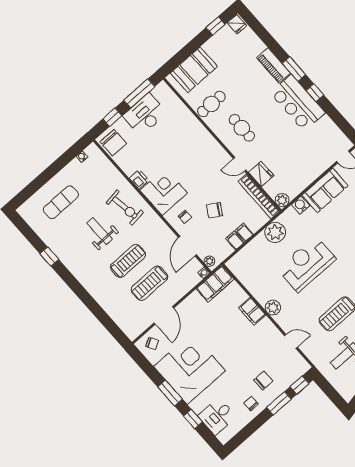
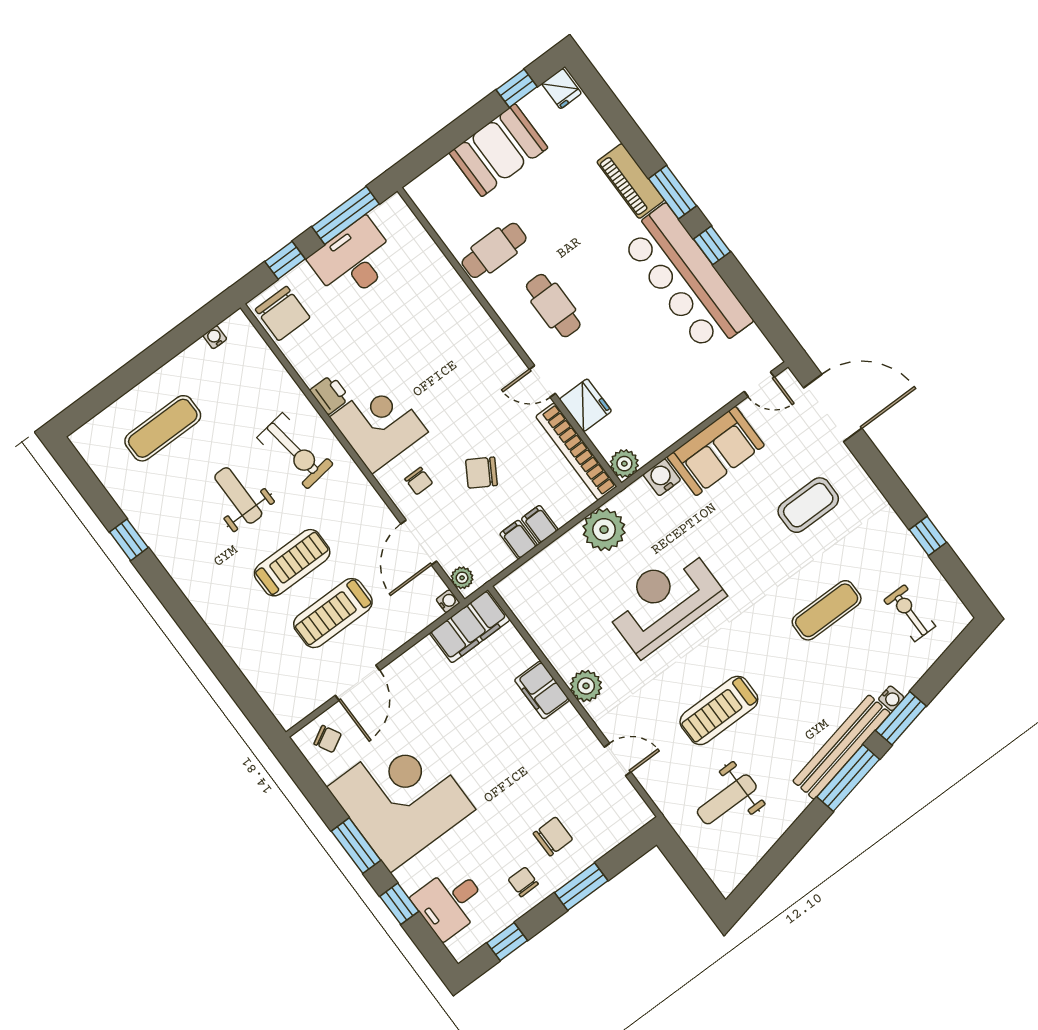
booth: (194, 70) -> (498, 150), moved
bar counter: (298, 103) -> (686, 279), width x1.36
window: (299, 385) -> (507, 942), moved

